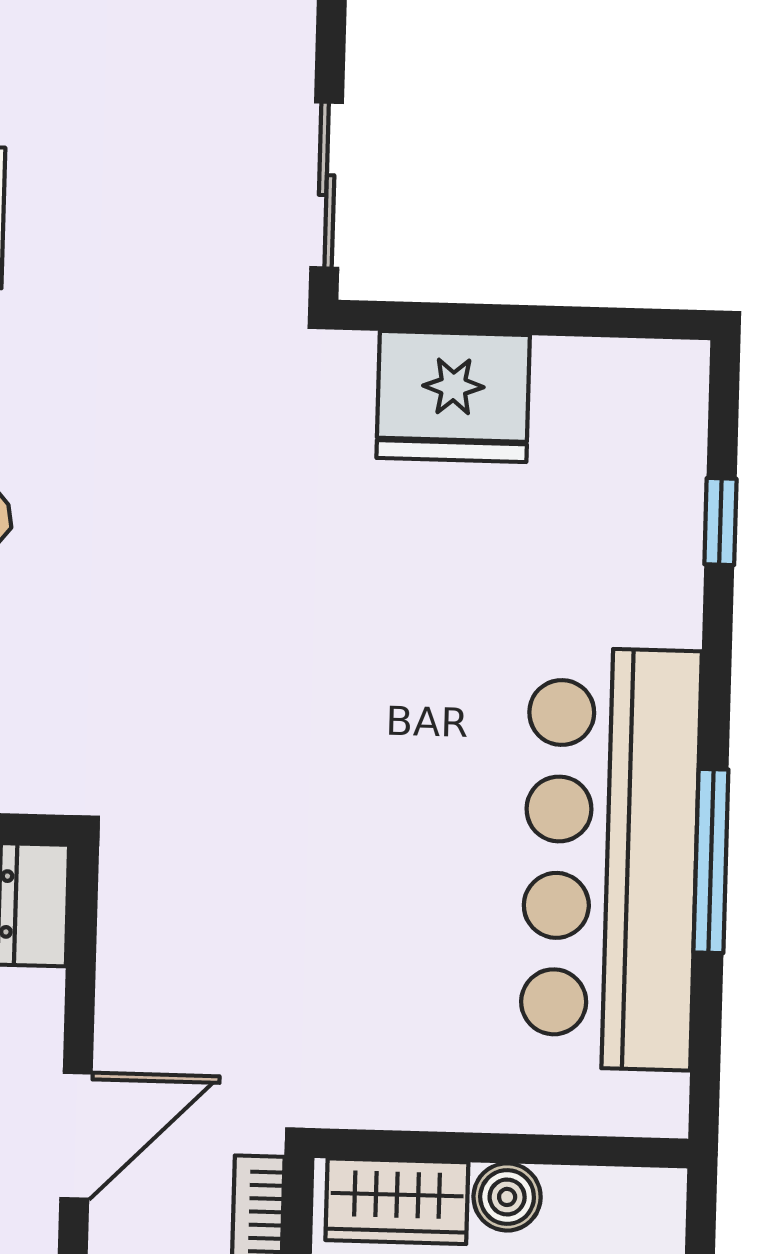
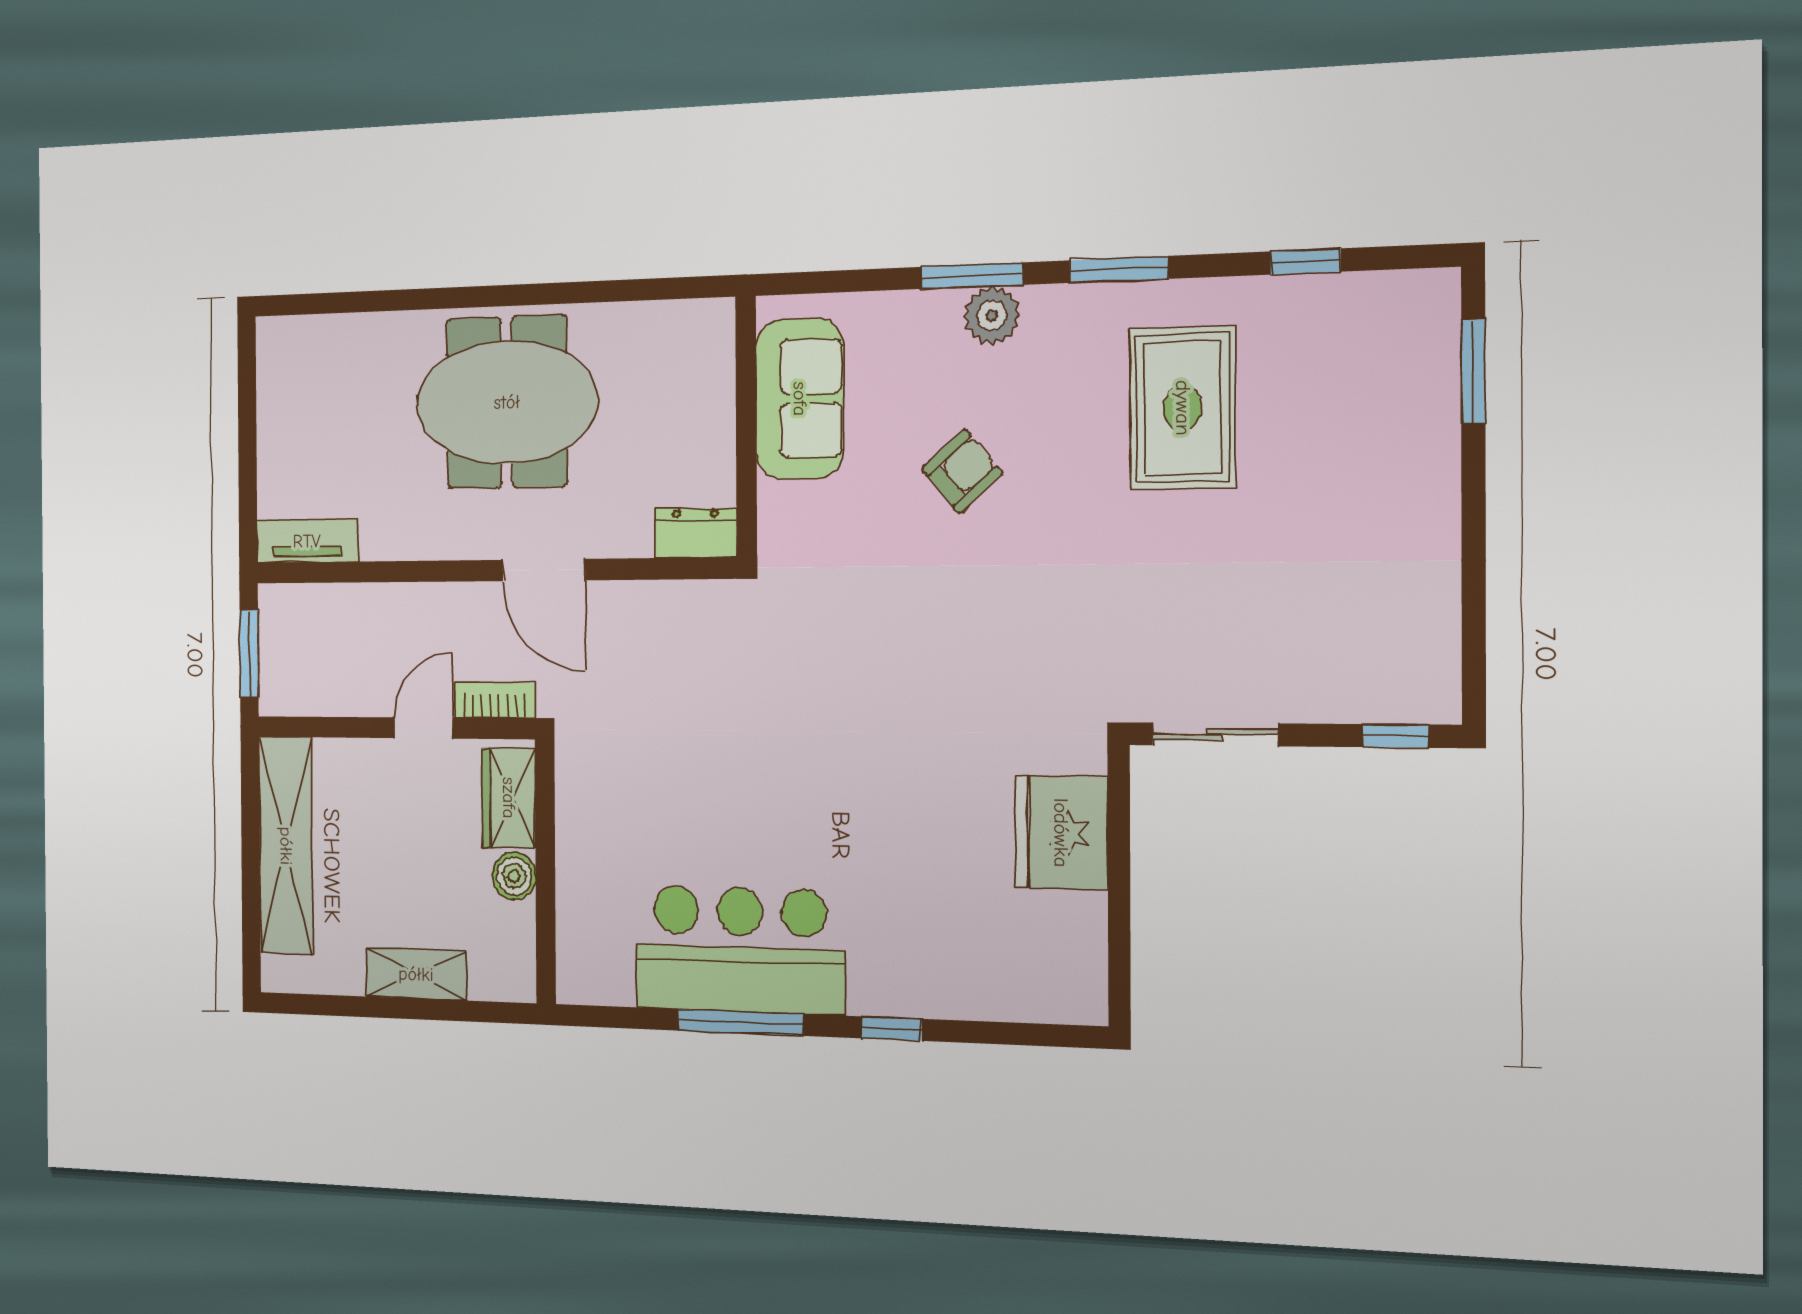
window: (720, 522) -> (891, 1029), moved
bar counter: (611, 859) -> (740, 950), width x0.73

